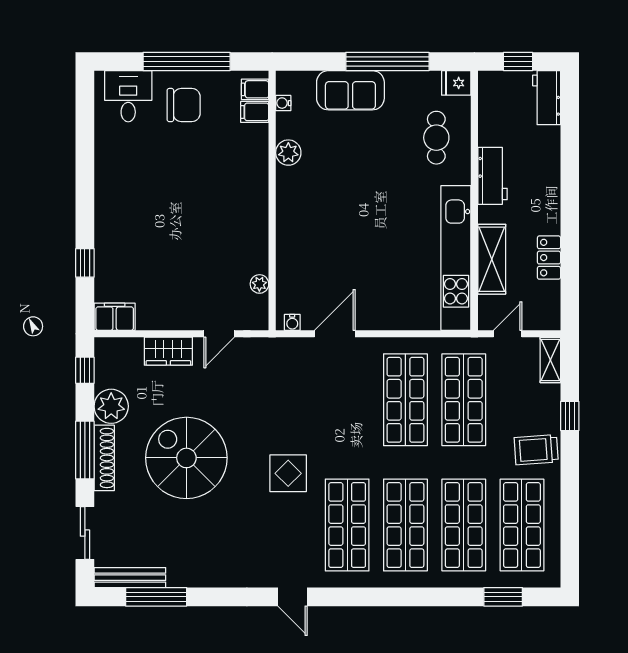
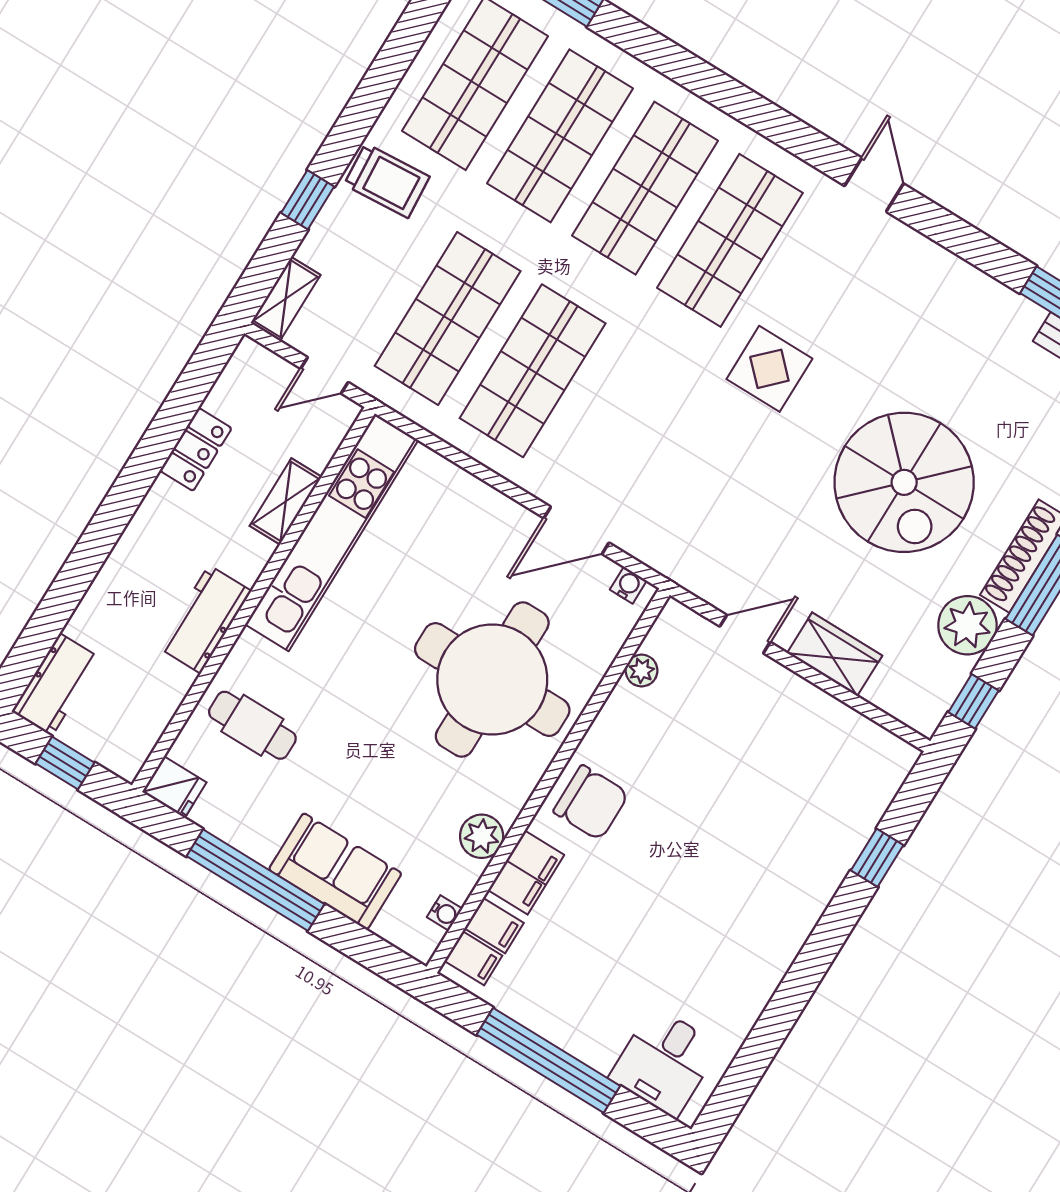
chair: (184, 105) -> (591, 803), moved, turned 180
cafe table: (436, 138) -> (252, 725), turned 90
round table: (331, 234) -> (492, 680), added
shelving: (492, 259) -> (286, 501), width x0.67, depth x0.75
filing cabinet: (115, 317) -> (526, 873), moved, turned -90

